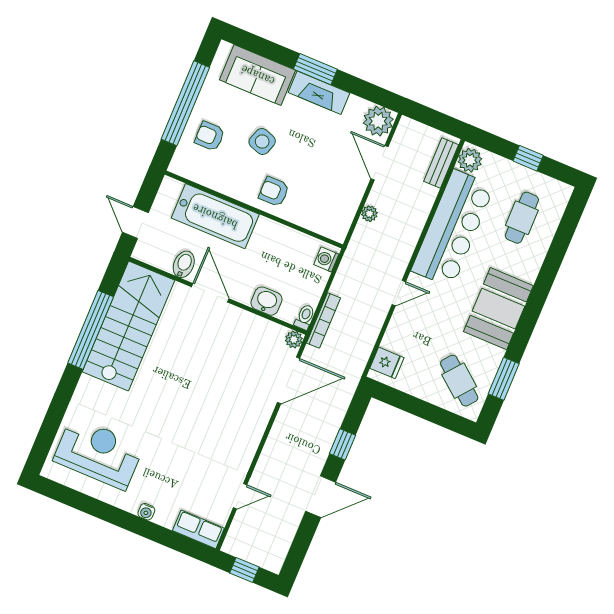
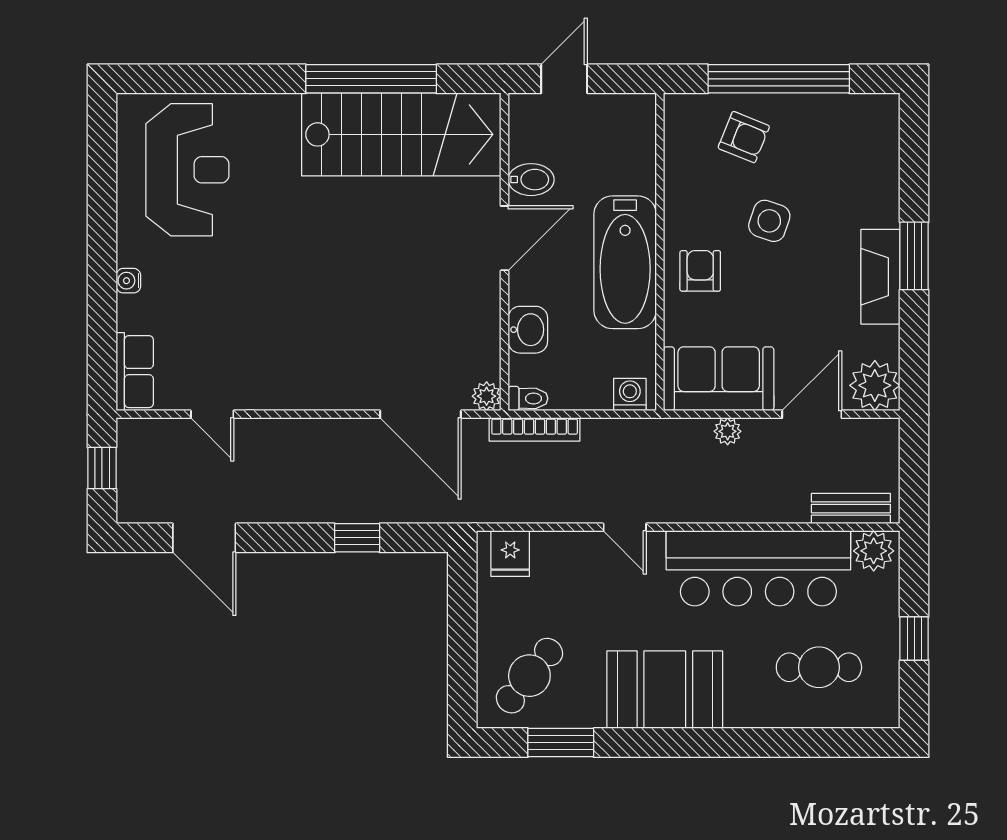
sofa: (258, 75) -> (719, 379), moved, turned 90
armchair: (210, 136) -> (744, 137), turned 112
bathtub: (215, 216) -> (625, 262), moved
door: (321, 497) -> (204, 538), moved

